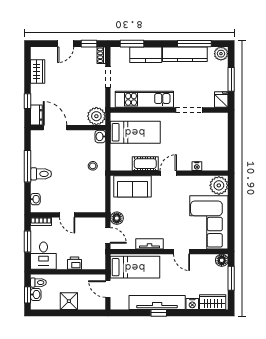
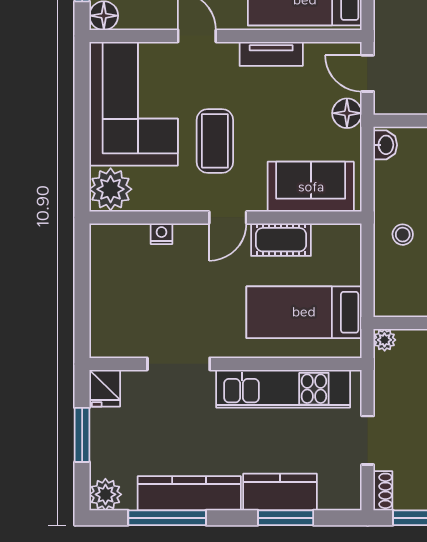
window: (132, 44) -> (286, 518), moved
plant: (96, 116) -> (385, 340), width x0.53, depth x0.53
washbasin: (100, 136) -> (385, 145), moved
coffee table: (174, 206) -> (215, 141), added

